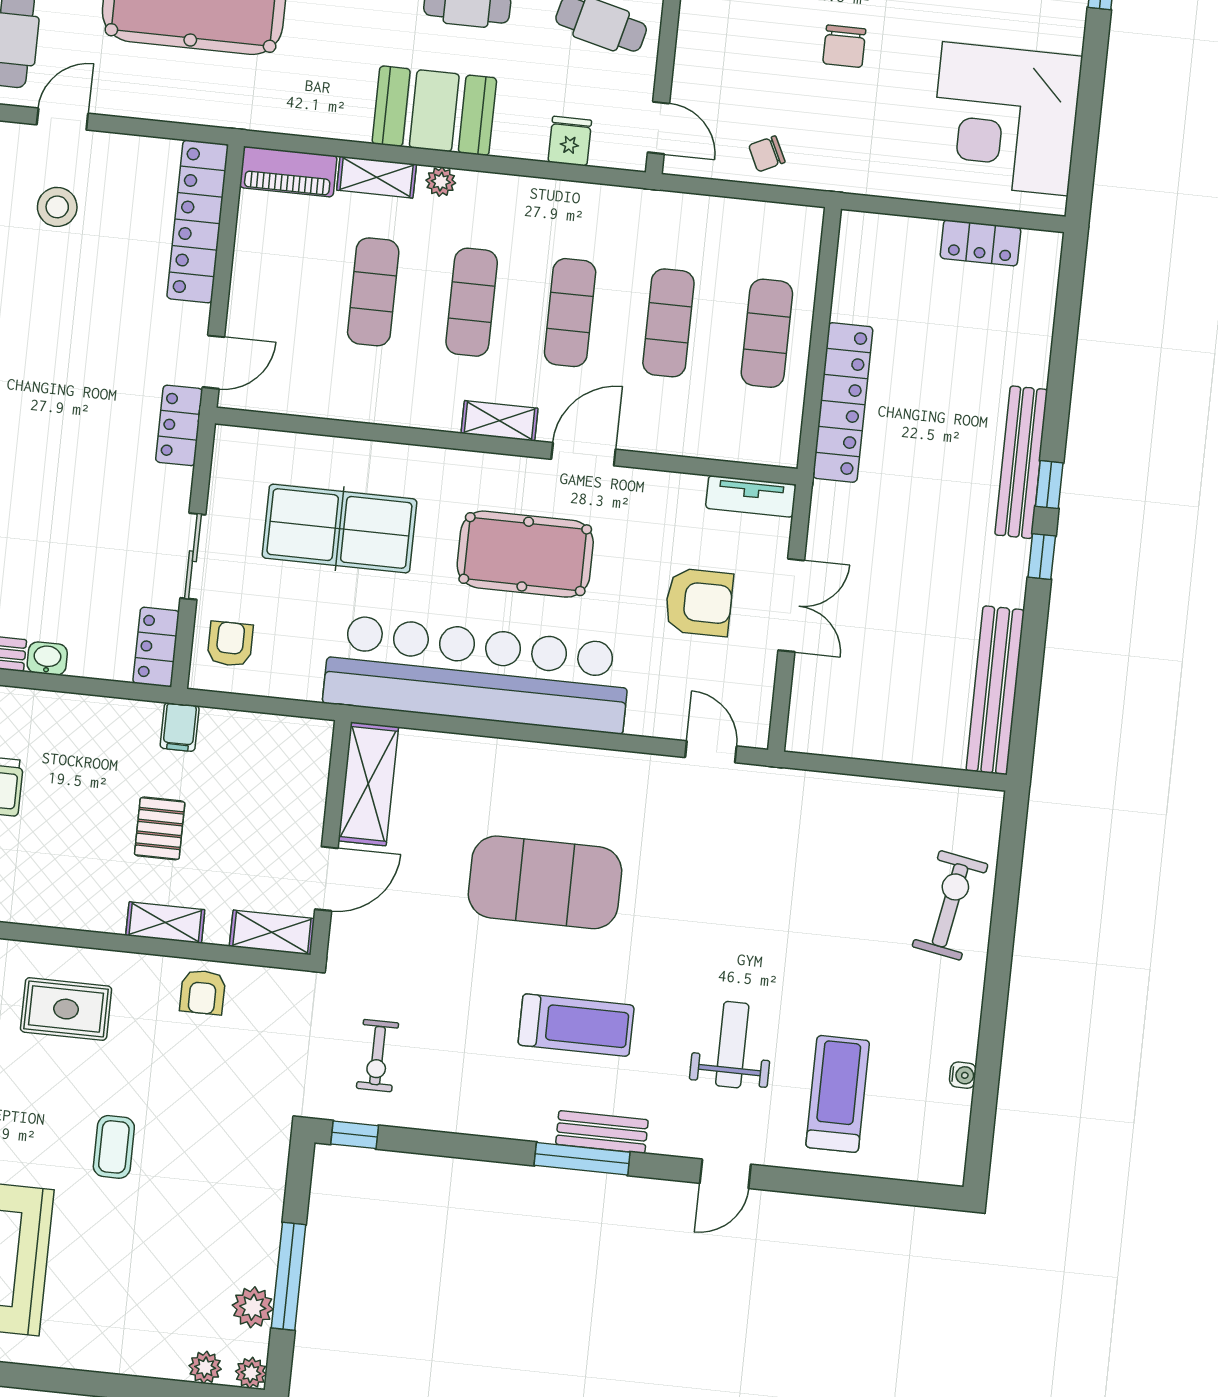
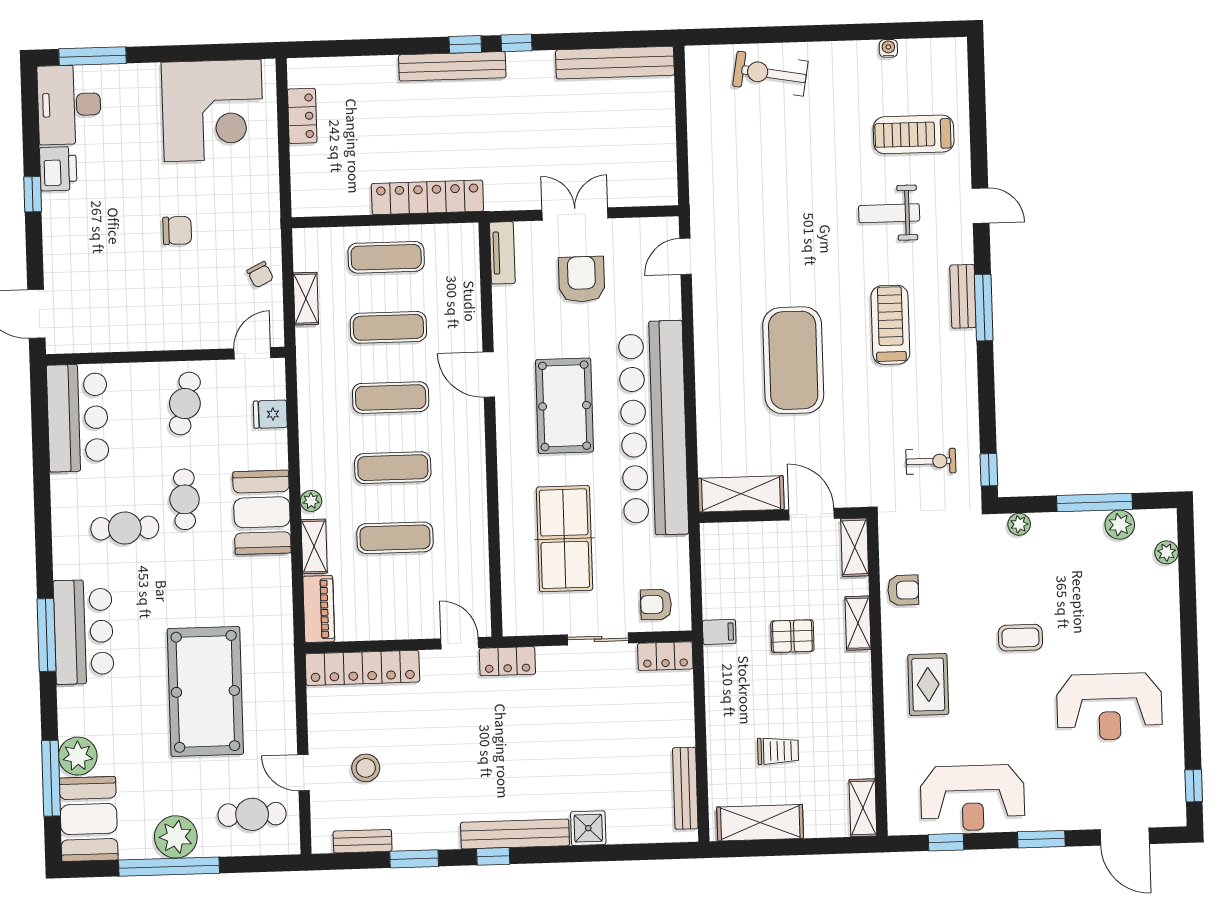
shelving: (499, 421) -> (306, 299), moved
washbasin: (47, 658) -> (684, 731), removed
plant: (251, 1373) -> (1019, 524), moved

